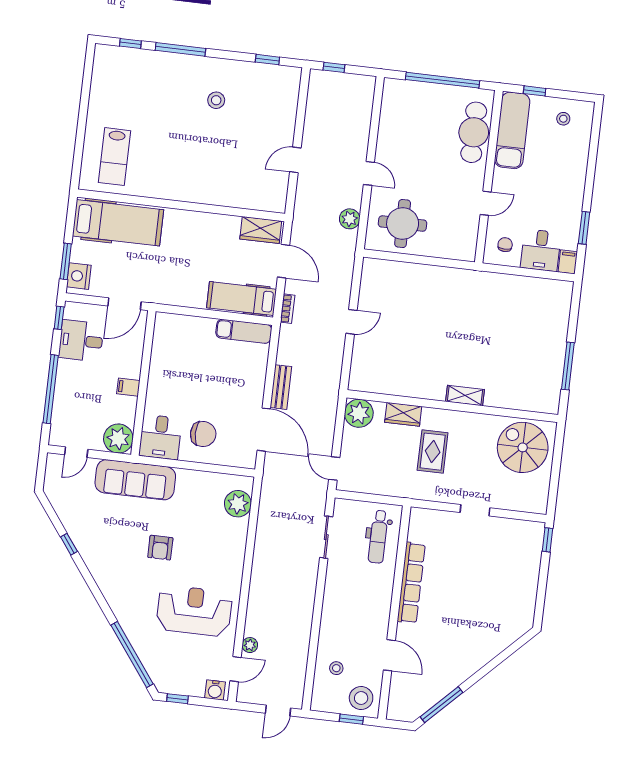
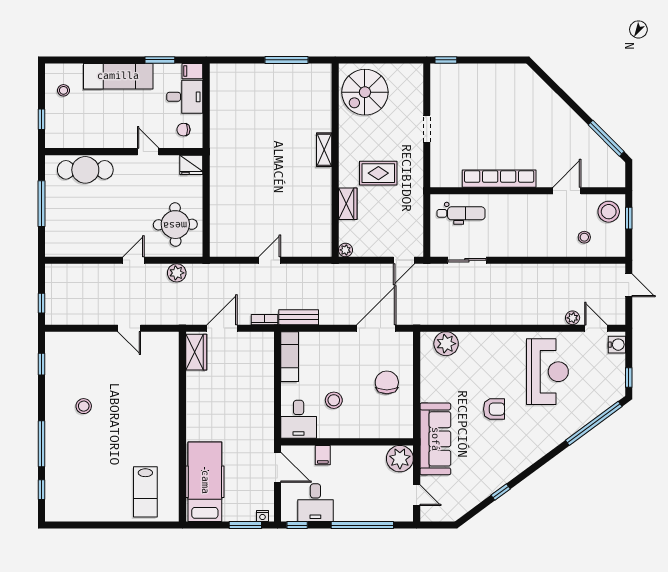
window: (443, 80) -> (41, 204), width x0.68
exam couch: (512, 130) -> (118, 76), moved, turned 180
lab bench: (115, 157) -> (145, 492), turned 90
fridge: (466, 249) -> (191, 165), added
nightstand: (79, 276) -> (262, 516), width x0.53, depth x0.56
hospital bed: (242, 299) -> (260, 362), removed
door: (351, 322) -> (270, 260), hinge flipped
stool: (191, 374) -> (334, 400), added
filing cabinet: (128, 387) -> (323, 455), moved
bench: (281, 387) -> (299, 317), moved
plant: (359, 413) -> (345, 250), width x0.53, depth x0.53
desk: (160, 437) -> (299, 419), moved, turned 90
reception desk: (194, 611) -> (547, 372), turned 180

